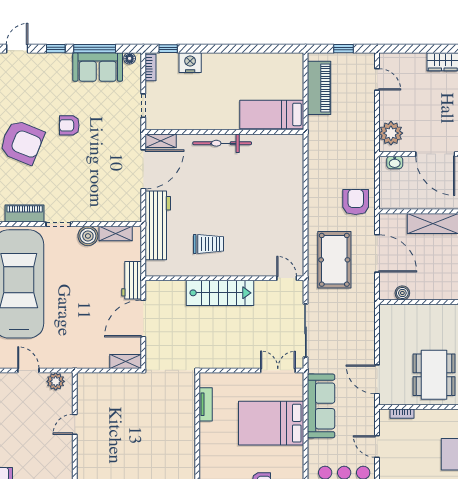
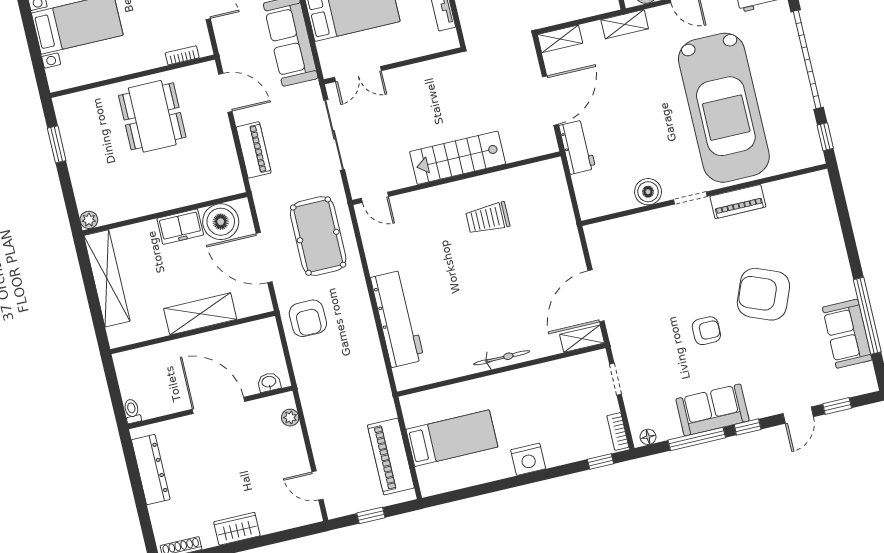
nightstand: (190, 63) -> (528, 459), moved
sofa: (98, 67) -> (712, 410), moved
bed: (272, 114) -> (452, 438), moved
plant: (391, 133) -> (290, 418), width x0.53, depth x0.53
bicycle: (222, 143) -> (502, 358), width x0.73, depth x0.71
workbench: (158, 225) -> (397, 319), moved, turned 180
shelving: (116, 233) -> (625, 24), moved
freezer: (433, 290) -> (180, 227), added
boiler: (402, 293) -> (221, 222), width x1.86, depth x1.86
piano: (366, 333) -> (254, 150), added

